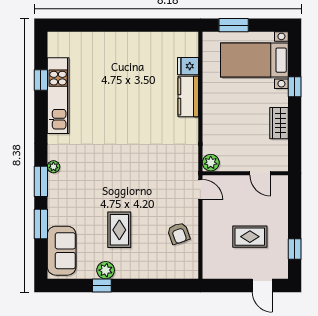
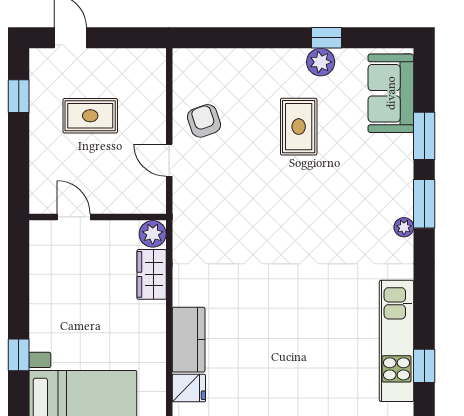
wardrobe: (279, 123) -> (152, 274), moved, turned 180
door: (200, 189) -> (169, 160), moved

